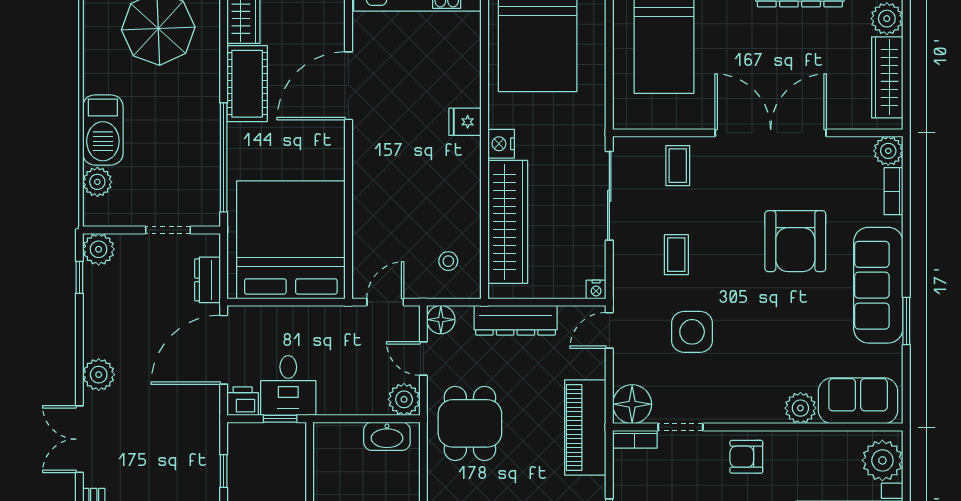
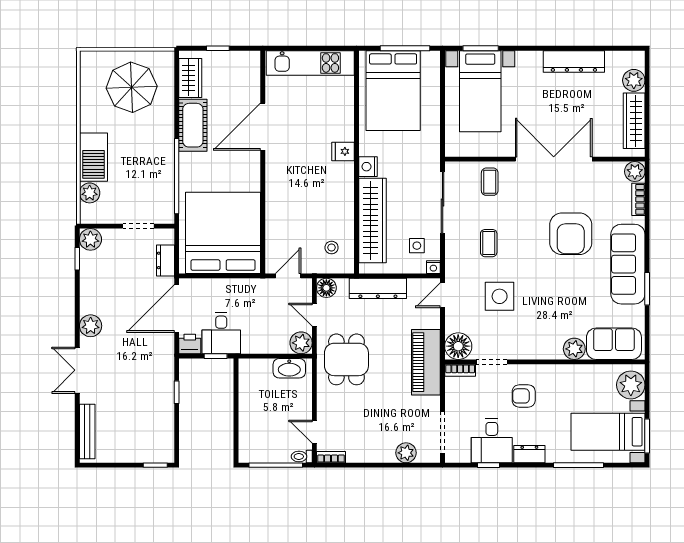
side table: (572, 258) -> (417, 246), added
armchair: (746, 457) -> (524, 396), moved

